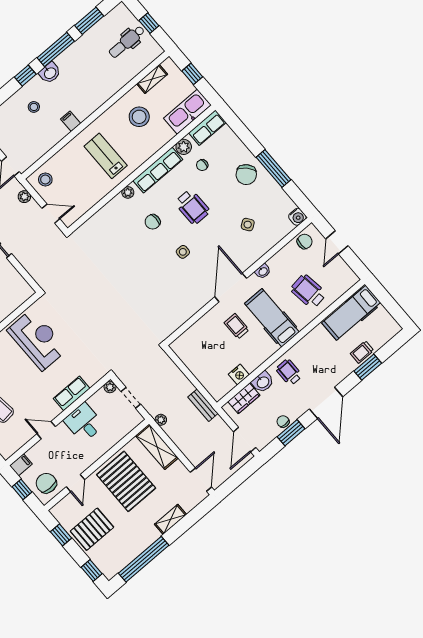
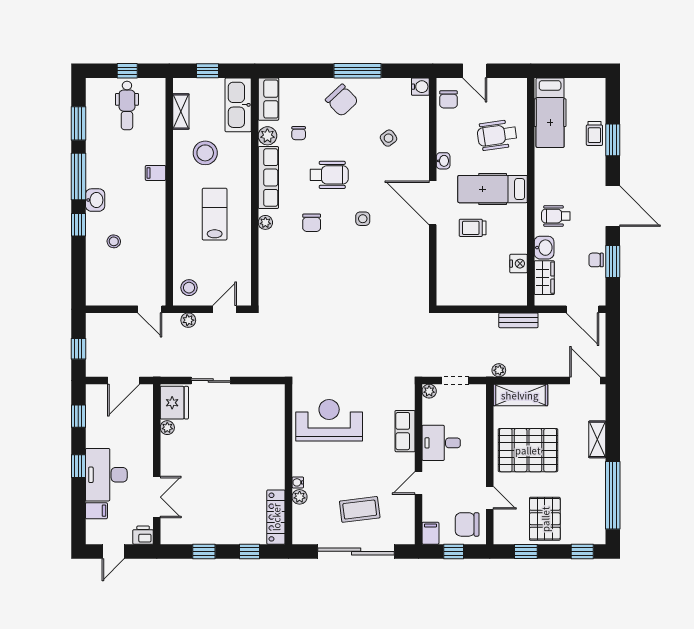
filing cabinet: (71, 121) -> (156, 173), moved
lab bench: (106, 156) -> (215, 214), turned 90
chair: (305, 241) -> (449, 99), turned 180

